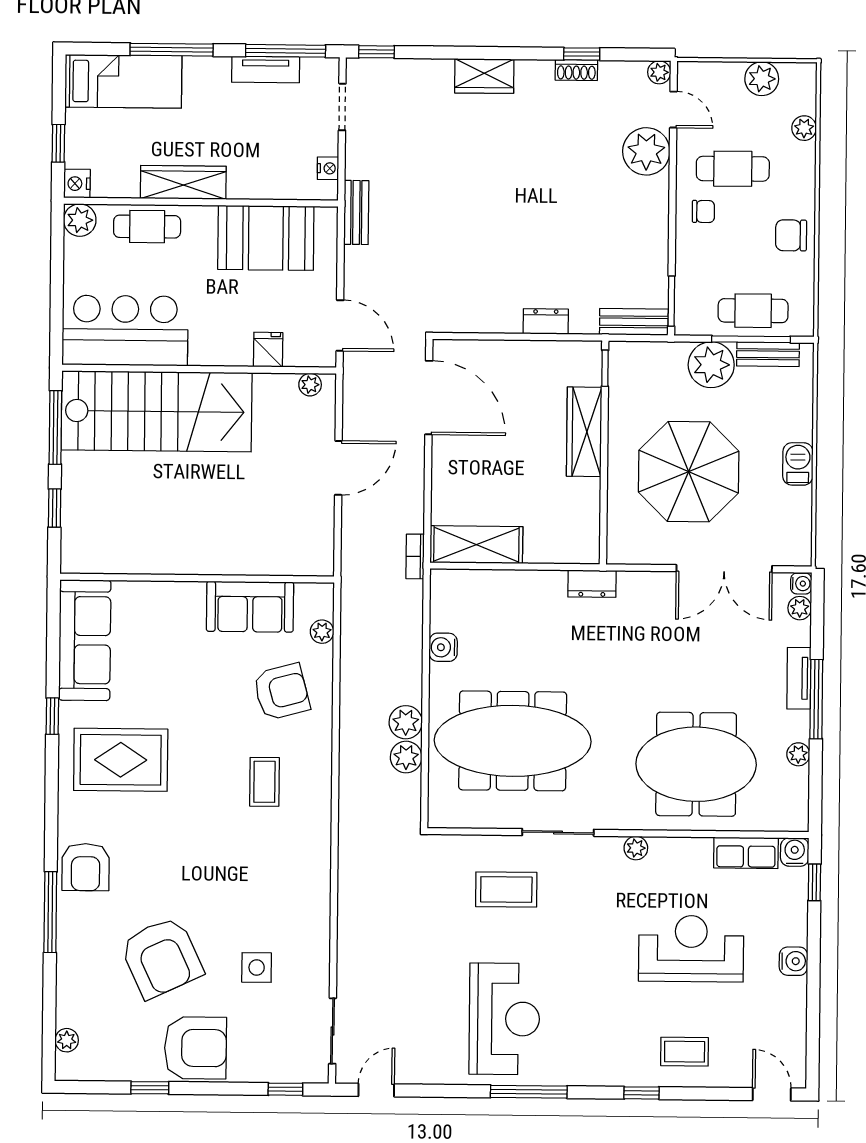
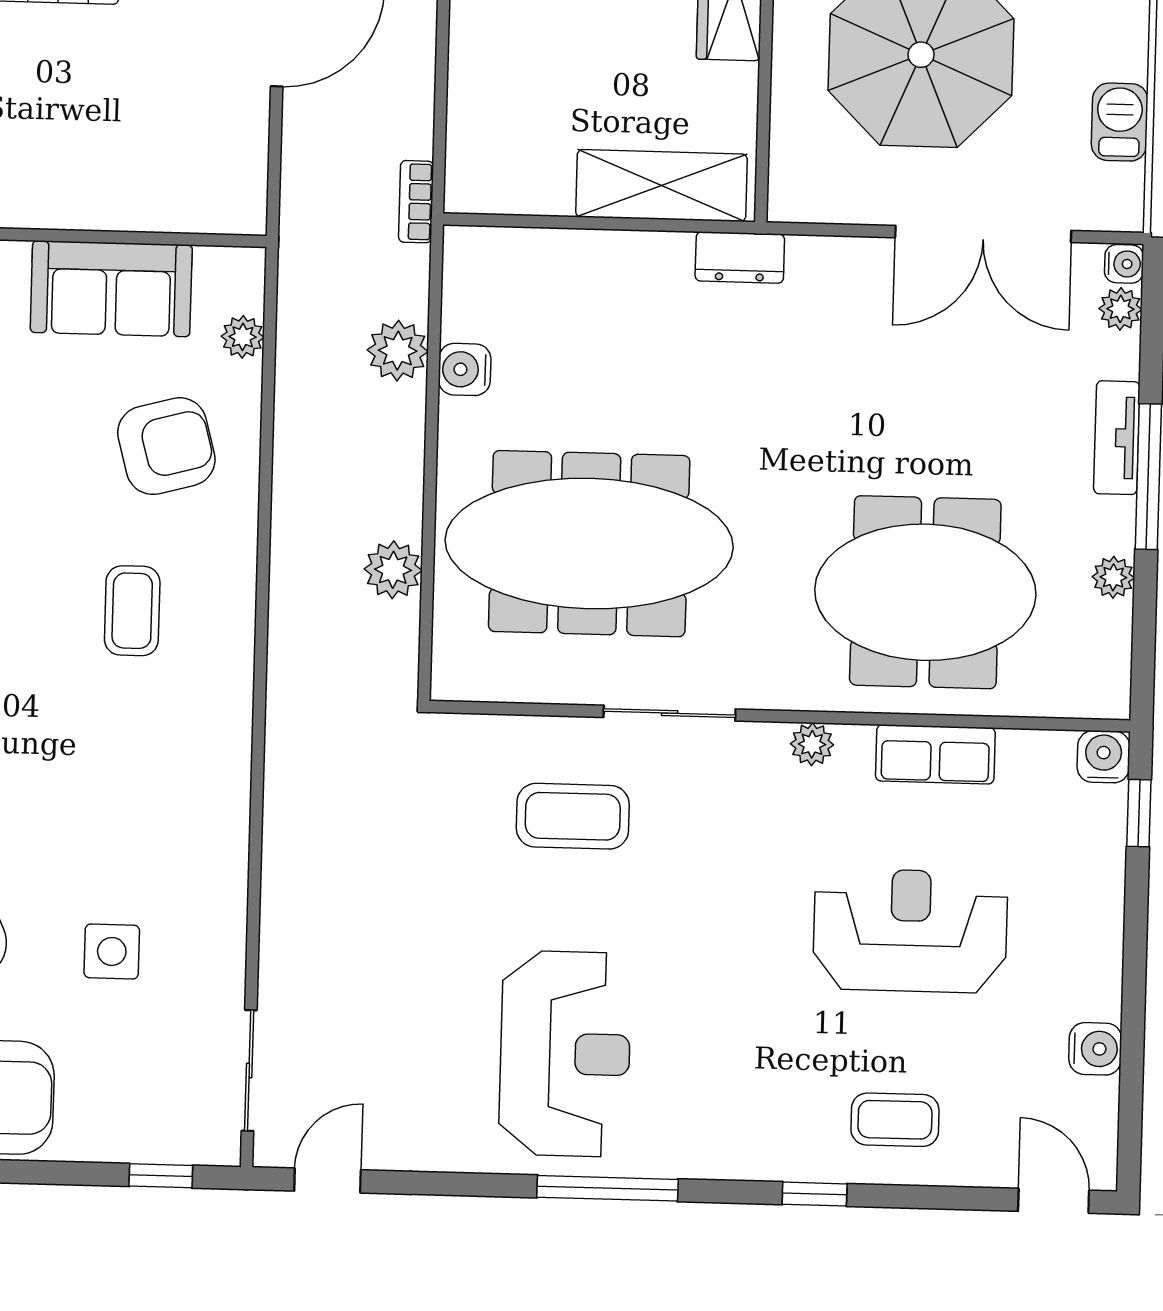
barbecue: (798, 464) -> (1120, 122), moved
shelving: (476, 545) -> (661, 186), moved
plant: (406, 722) -> (398, 351), moved
row of seats: (746, 853) -> (935, 754), moved
water cooler: (793, 961) -> (1095, 1049), moved

